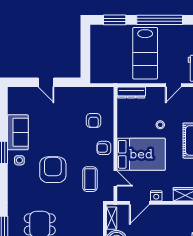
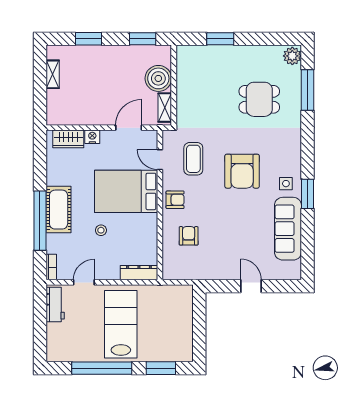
sofa: (18, 132) -> (288, 229), width x1.36
nightstand: (156, 196) -> (92, 137), moved

